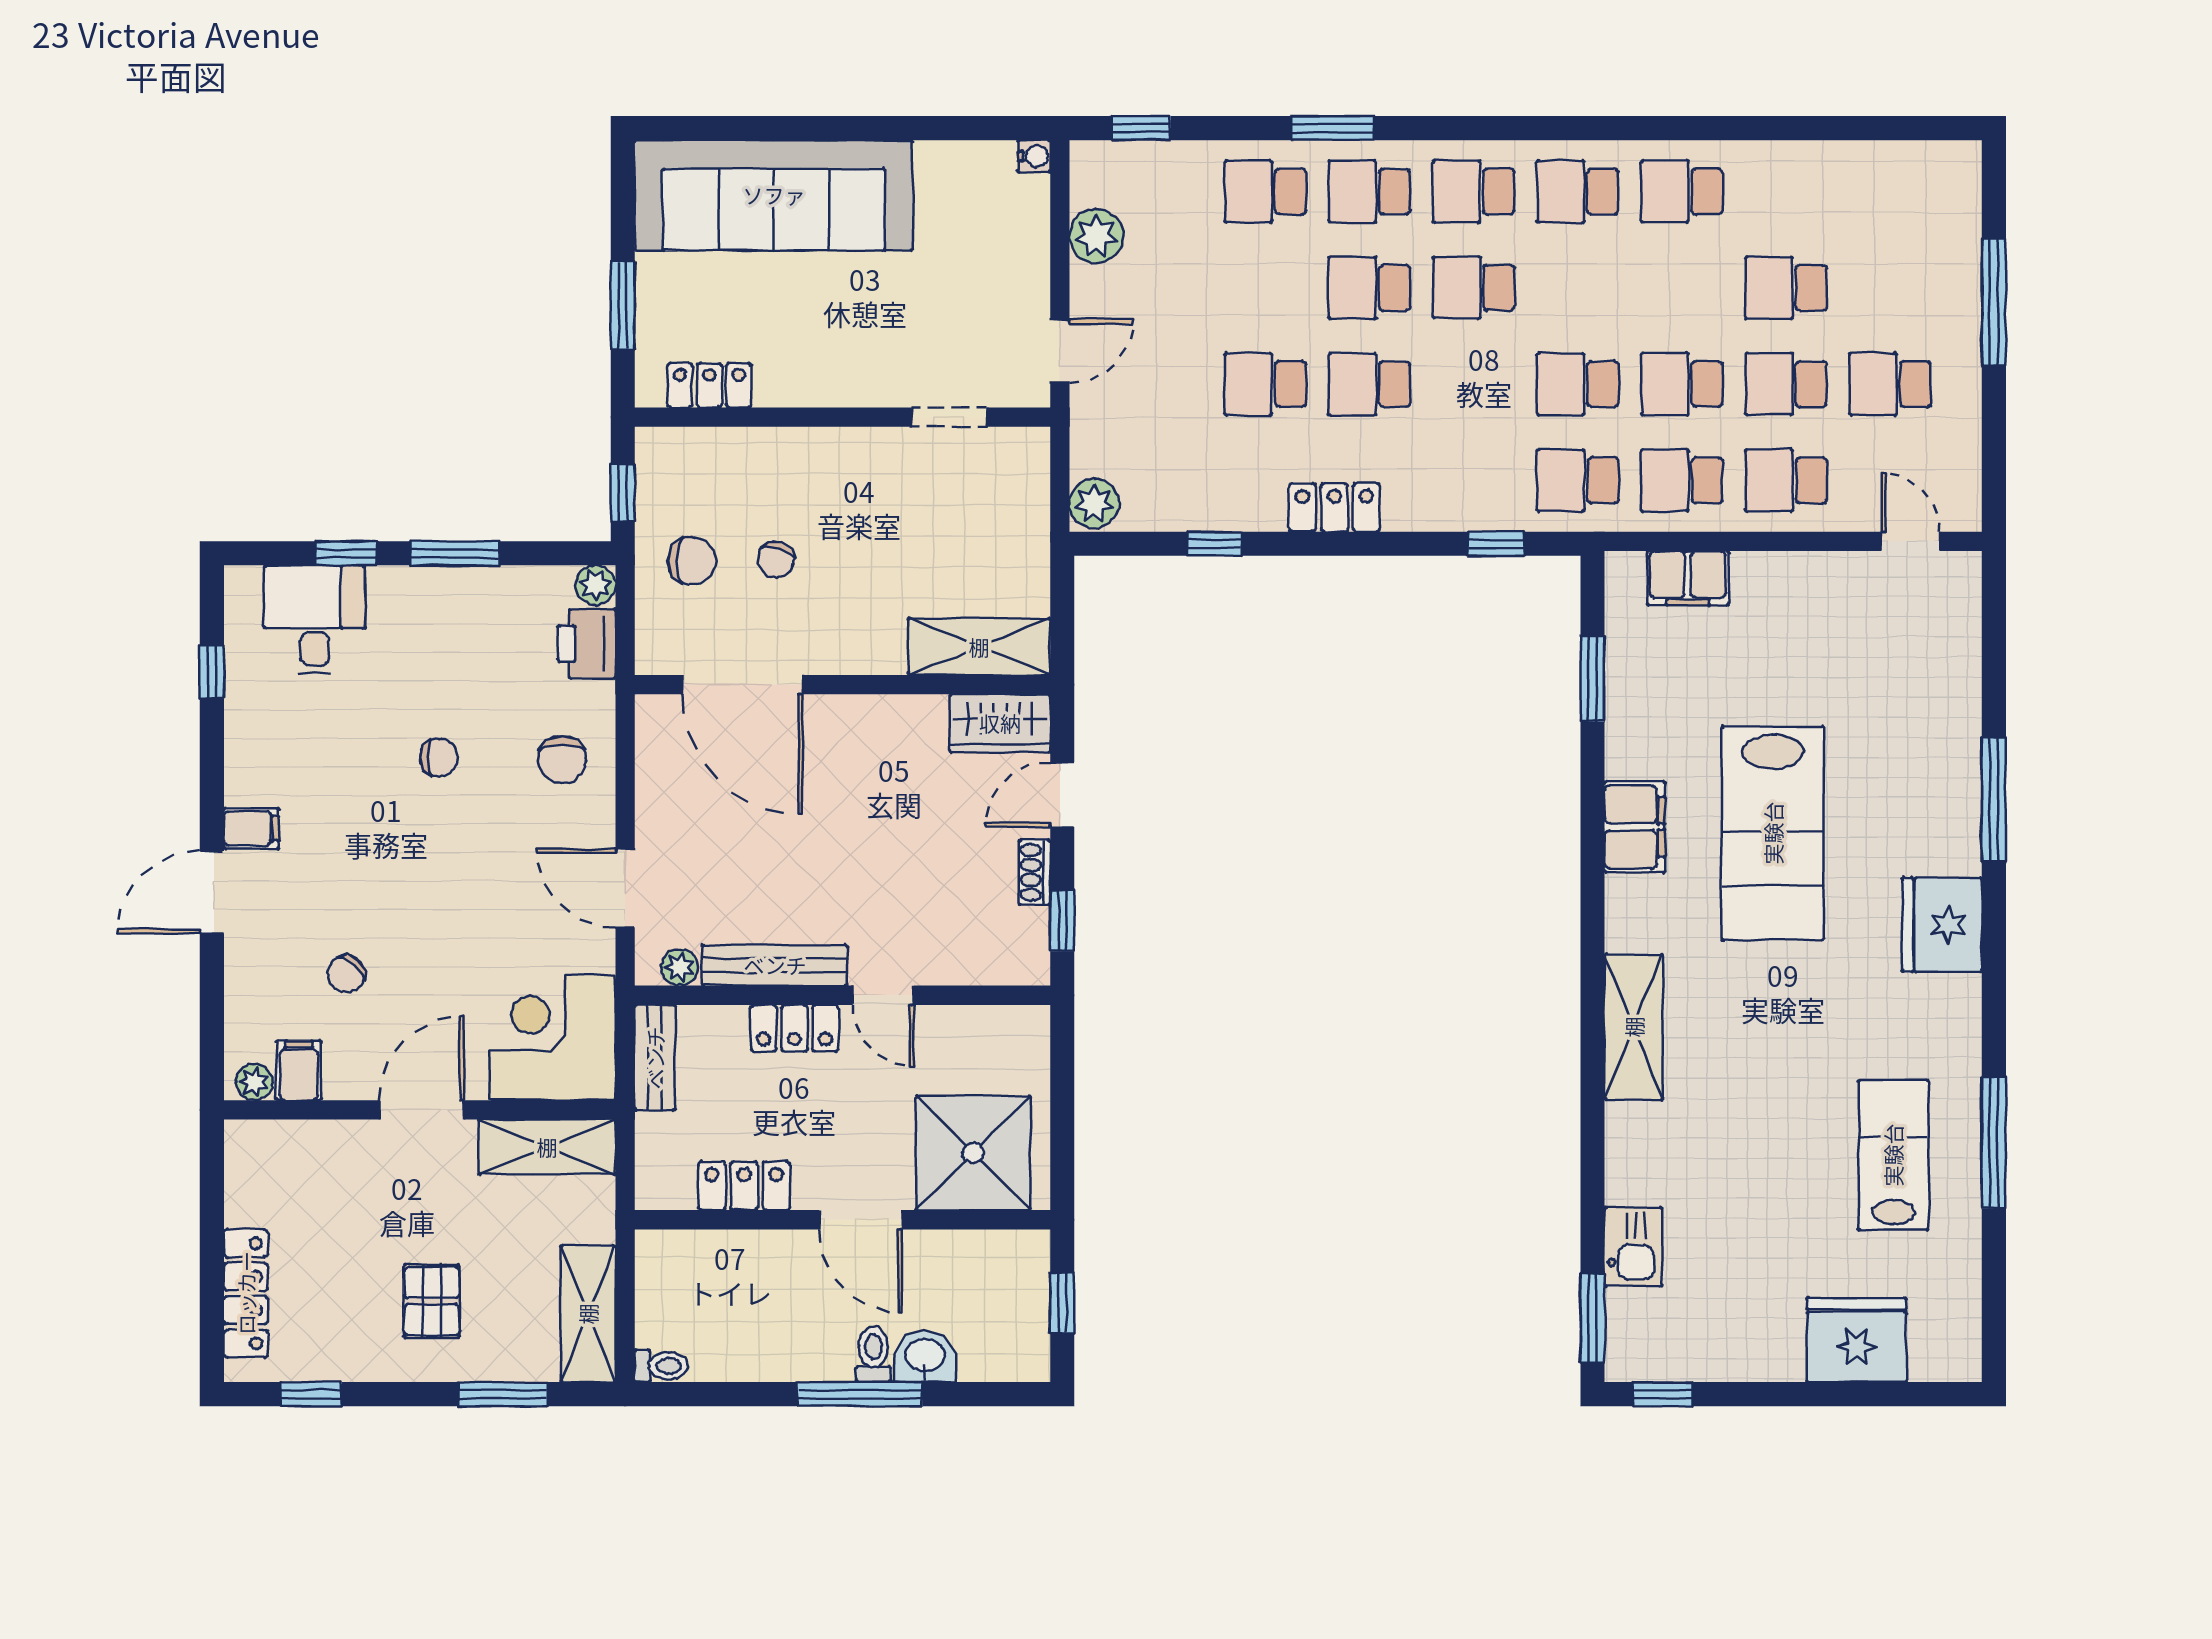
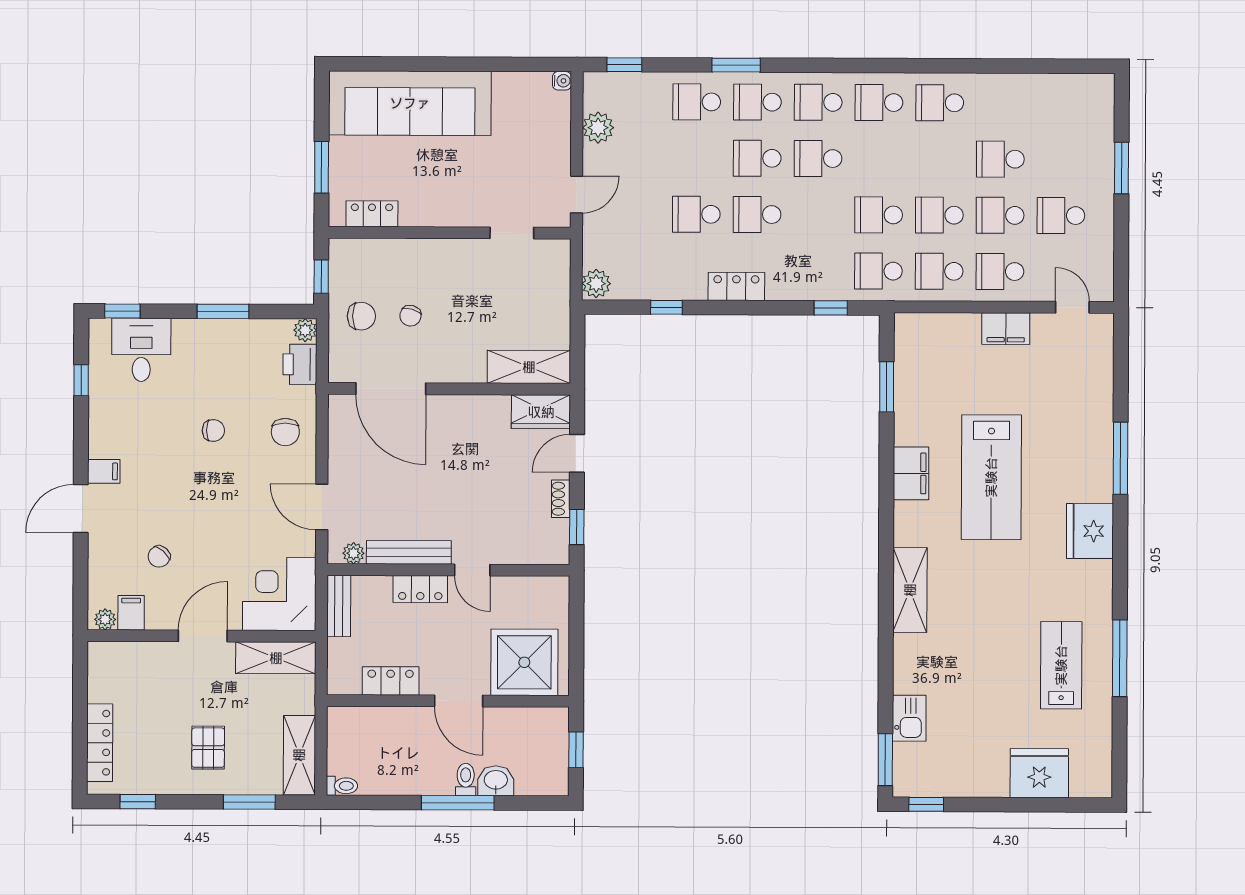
window: (1994, 302) -> (1122, 168), width x0.69
window: (346, 553) -> (122, 311), moved
filing cabinet: (1688, 578) -> (1006, 329), moved

